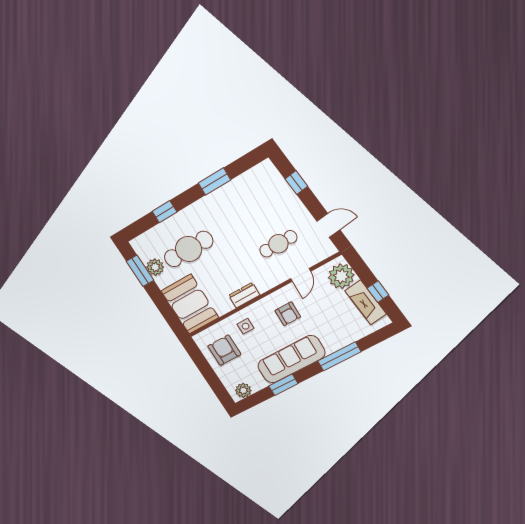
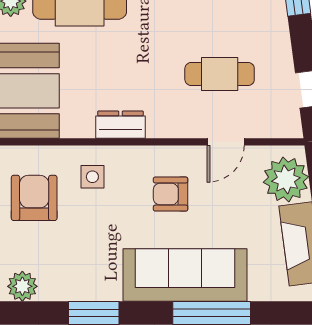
armchair: (288, 314) -> (171, 194), turned 90
sofa: (291, 359) -> (185, 275), moved

